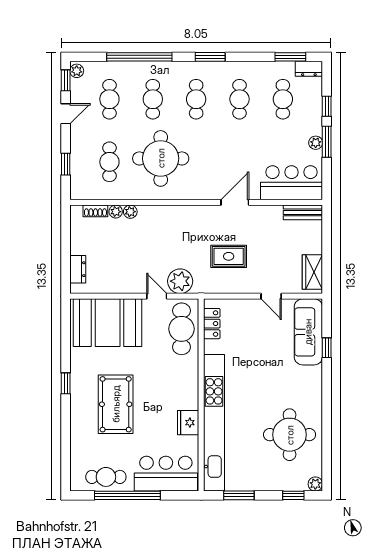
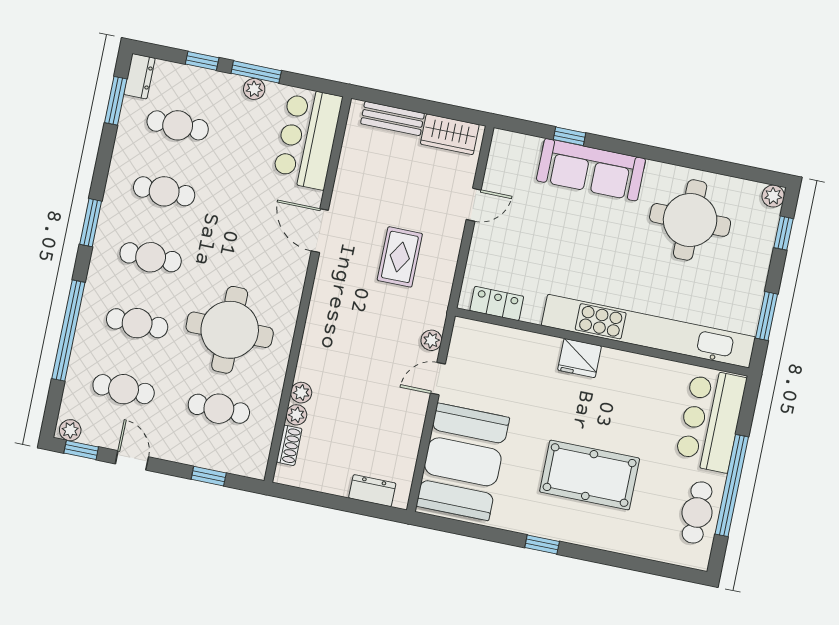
bench: (303, 212) -> (392, 118), moved, turned 90
plant: (180, 281) -> (431, 340), width x0.53, depth x0.53
cafe table: (182, 329) -> (495, 351), removed
sofa: (308, 332) -> (591, 170), moved
fridge: (188, 423) -> (580, 358), moved

